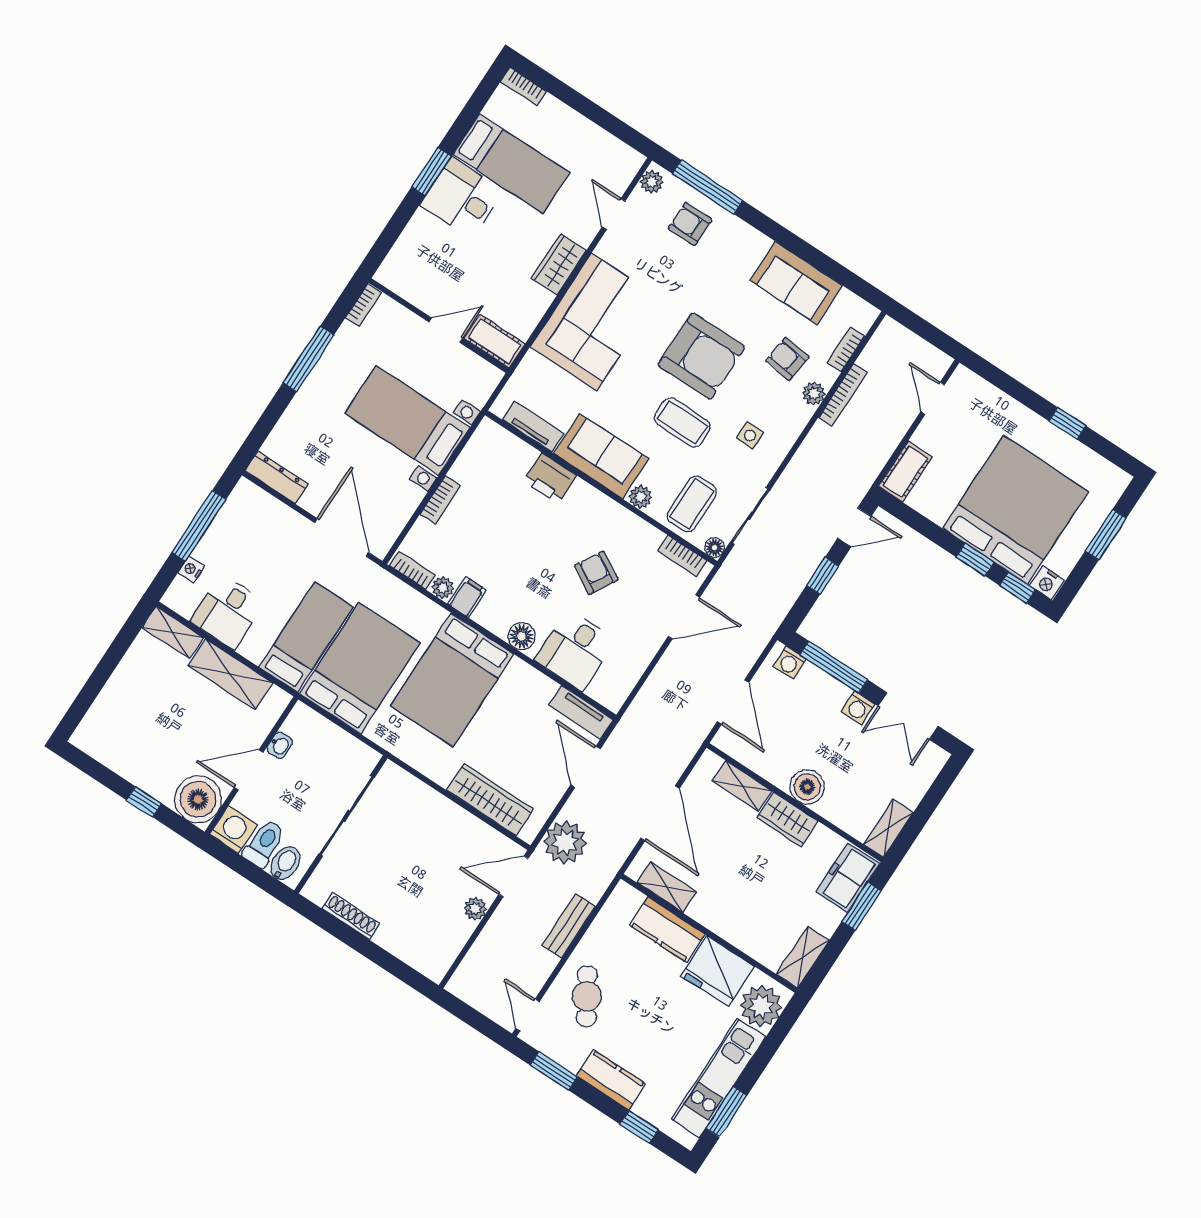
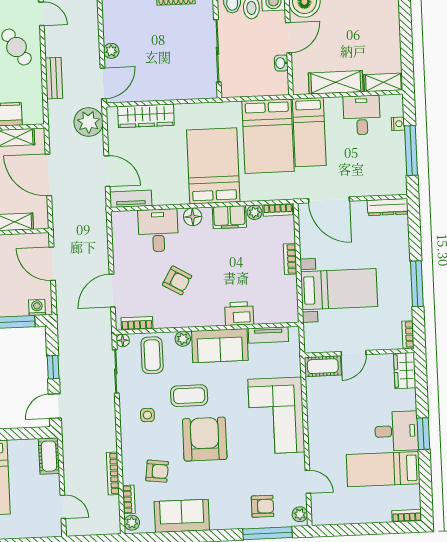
wardrobe: (559, 264) -> (405, 371), moved, turned 180
armchair: (701, 356) -> (205, 439), turned 90
plant: (814, 393) -> (132, 523), moved
filing cabinet: (467, 597) -> (229, 217), width x2.00

